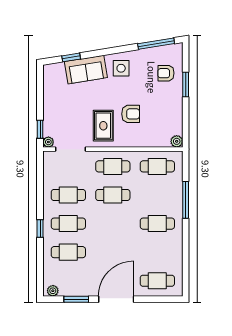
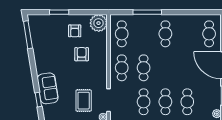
side table: (121, 68) -> (47, 61), removed
armchair: (166, 73) -> (75, 31), moved
rug: (103, 126) -> (84, 101), moved, turned 90
plant: (177, 141) -> (99, 23), width x1.87, depth x1.87

